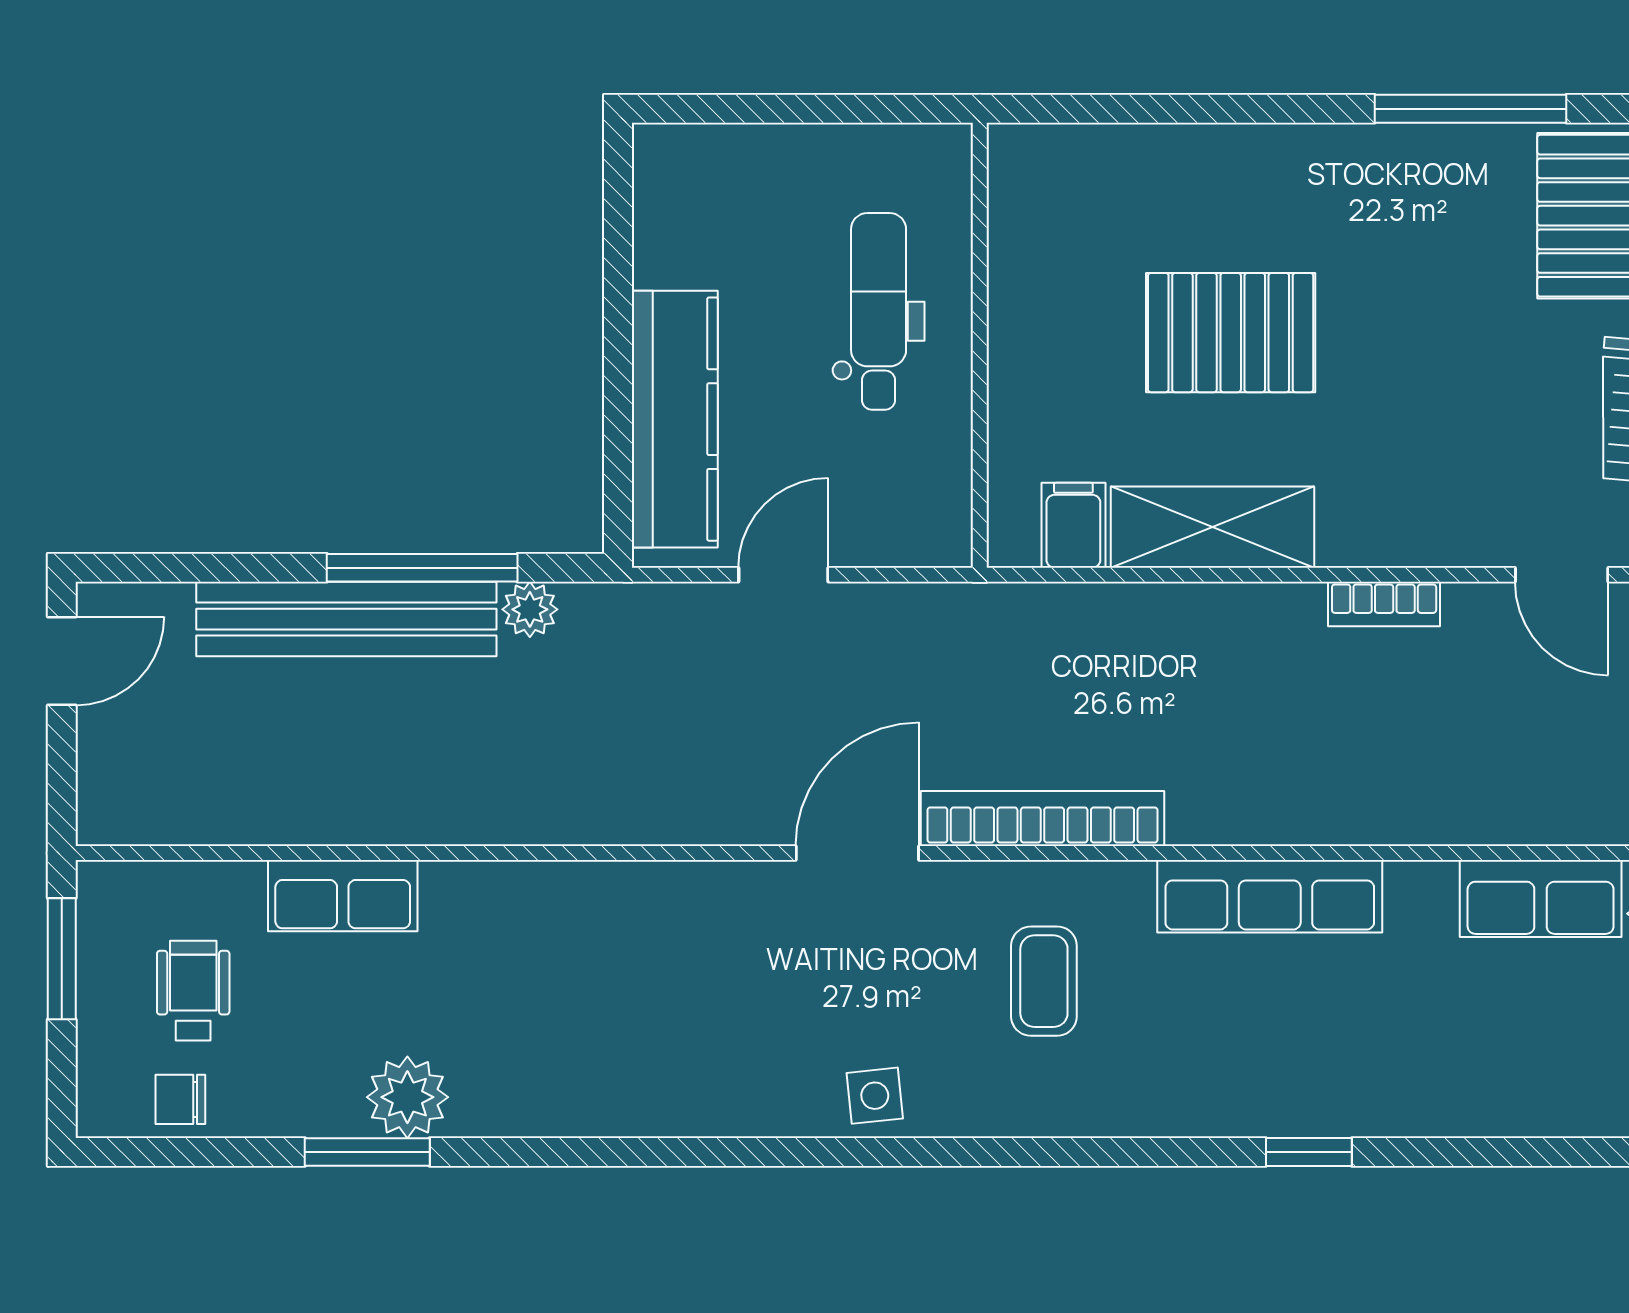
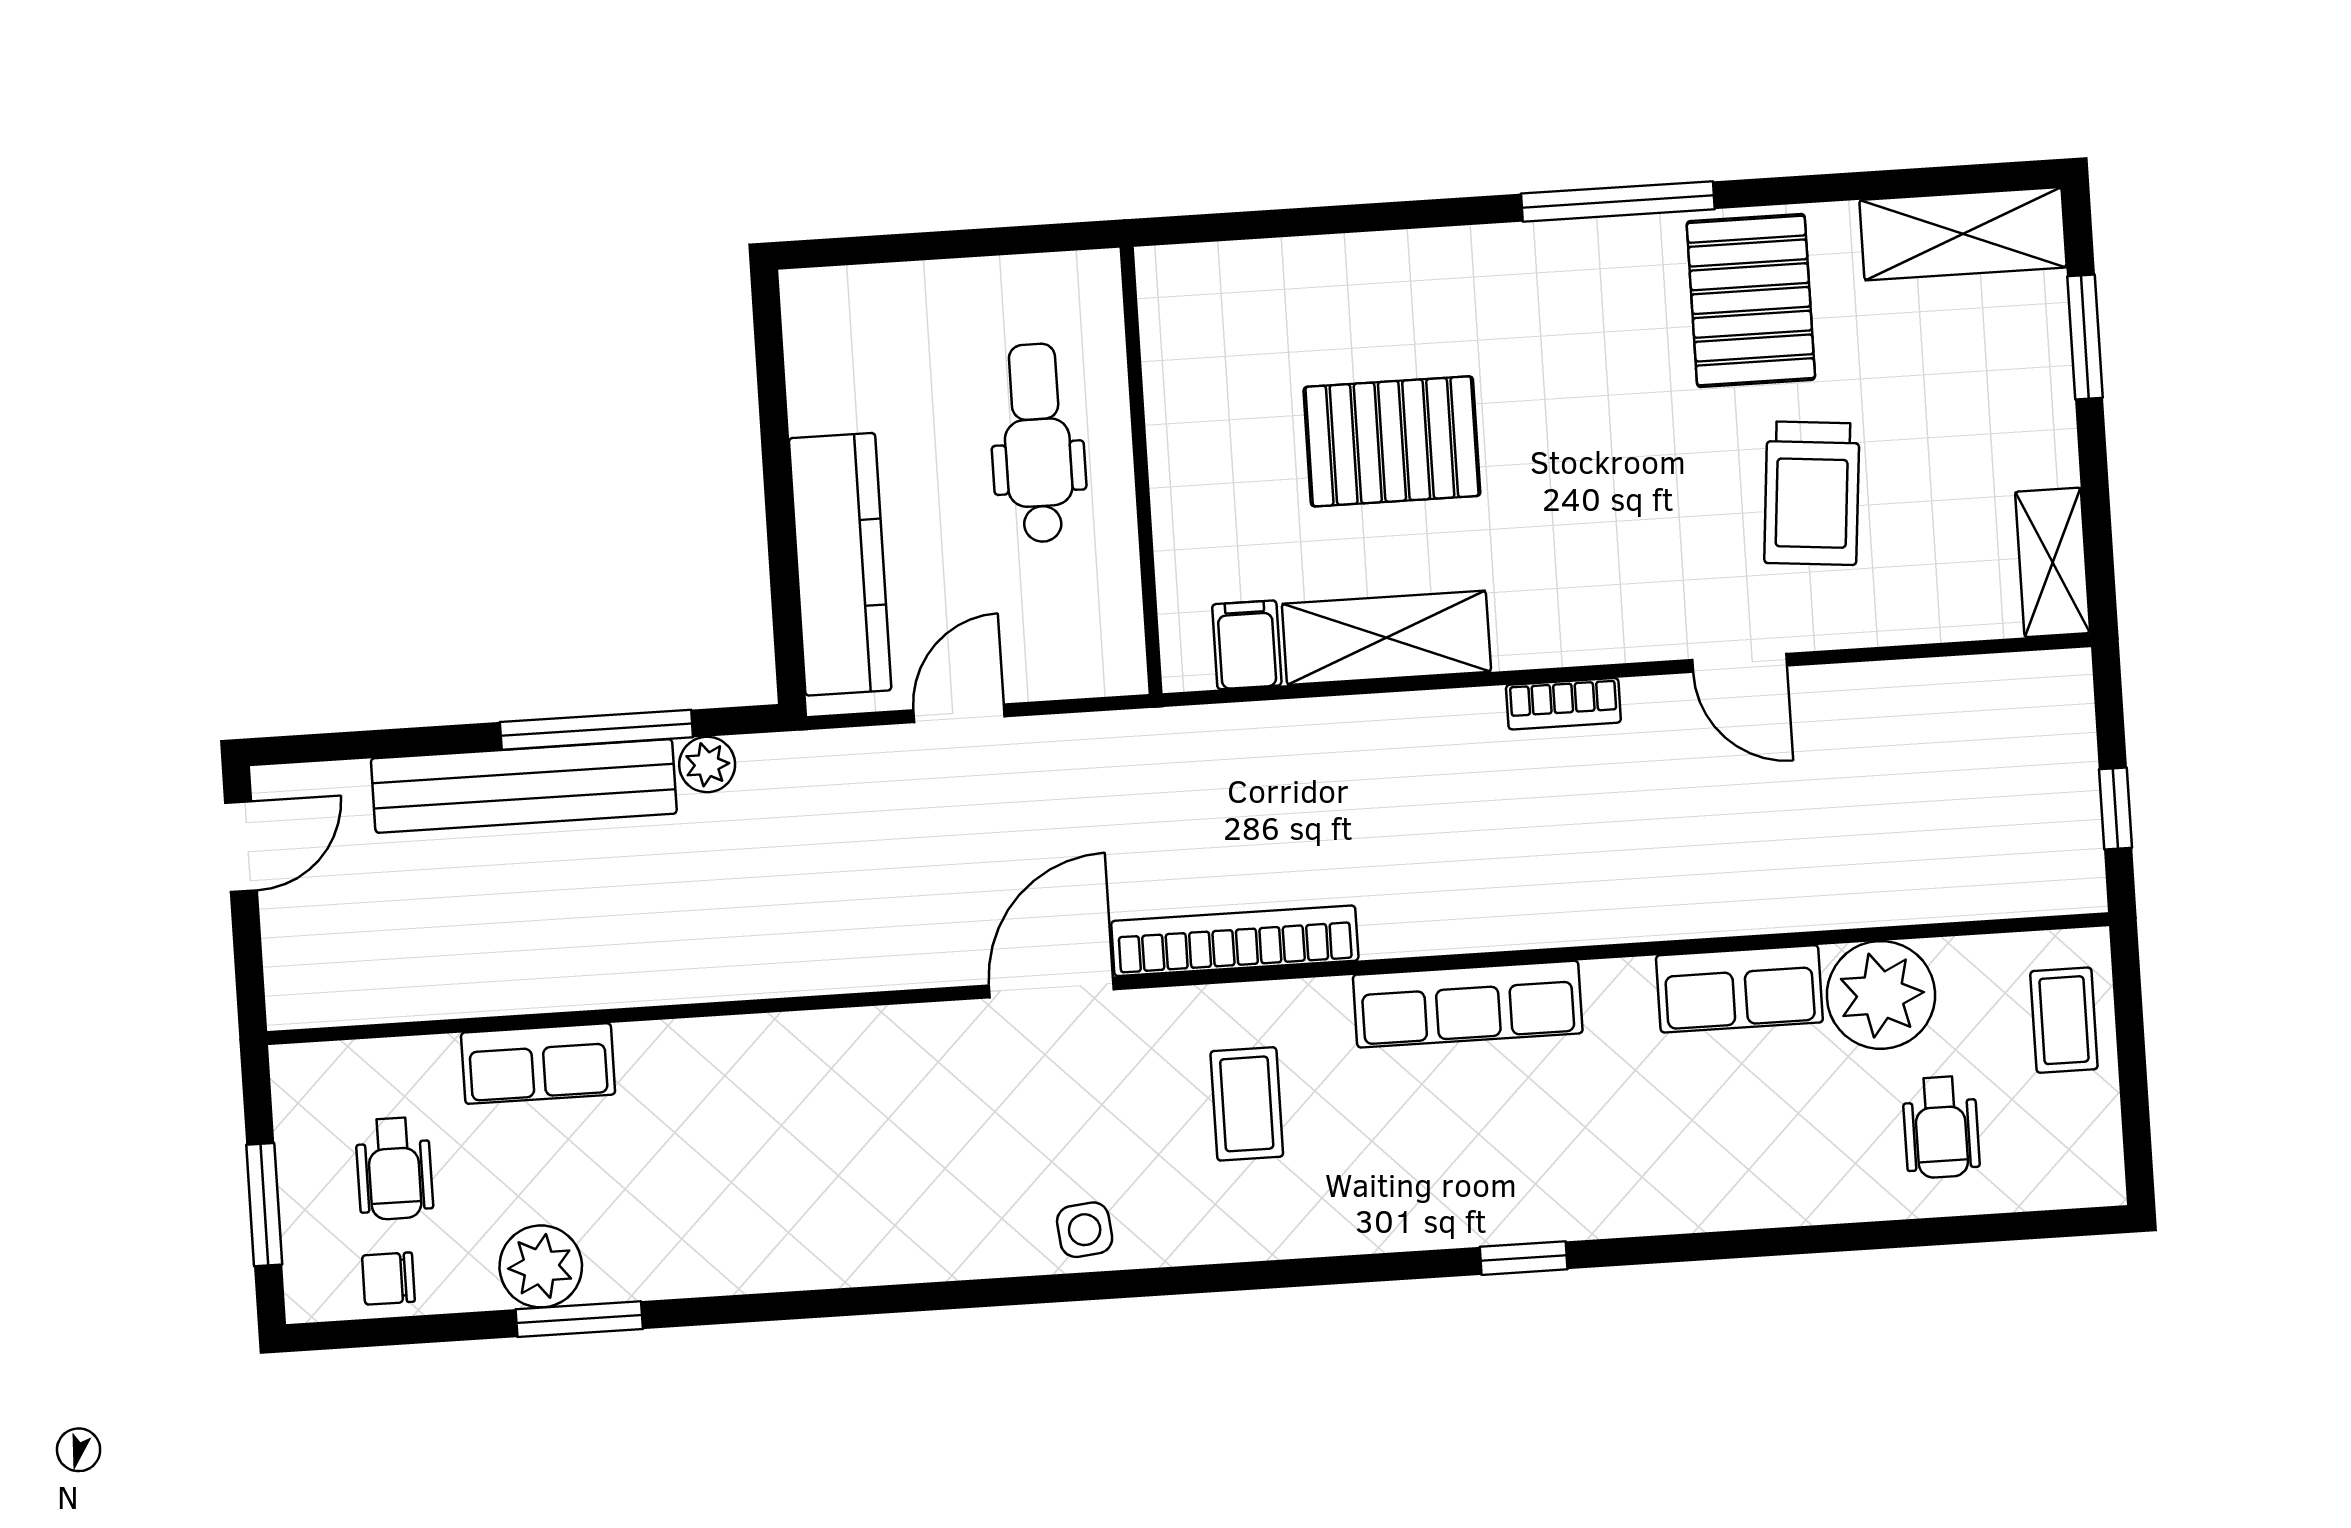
window: (62, 959) -> (264, 1205), moved
wheelchair: (193, 991) -> (394, 1169), turned 180
plant: (407, 1097) -> (541, 1266), moved

